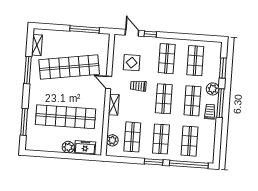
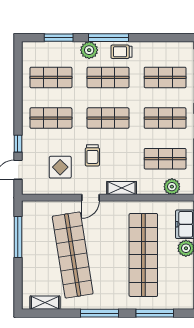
window: (28, 70) -> (100, 313), moved

